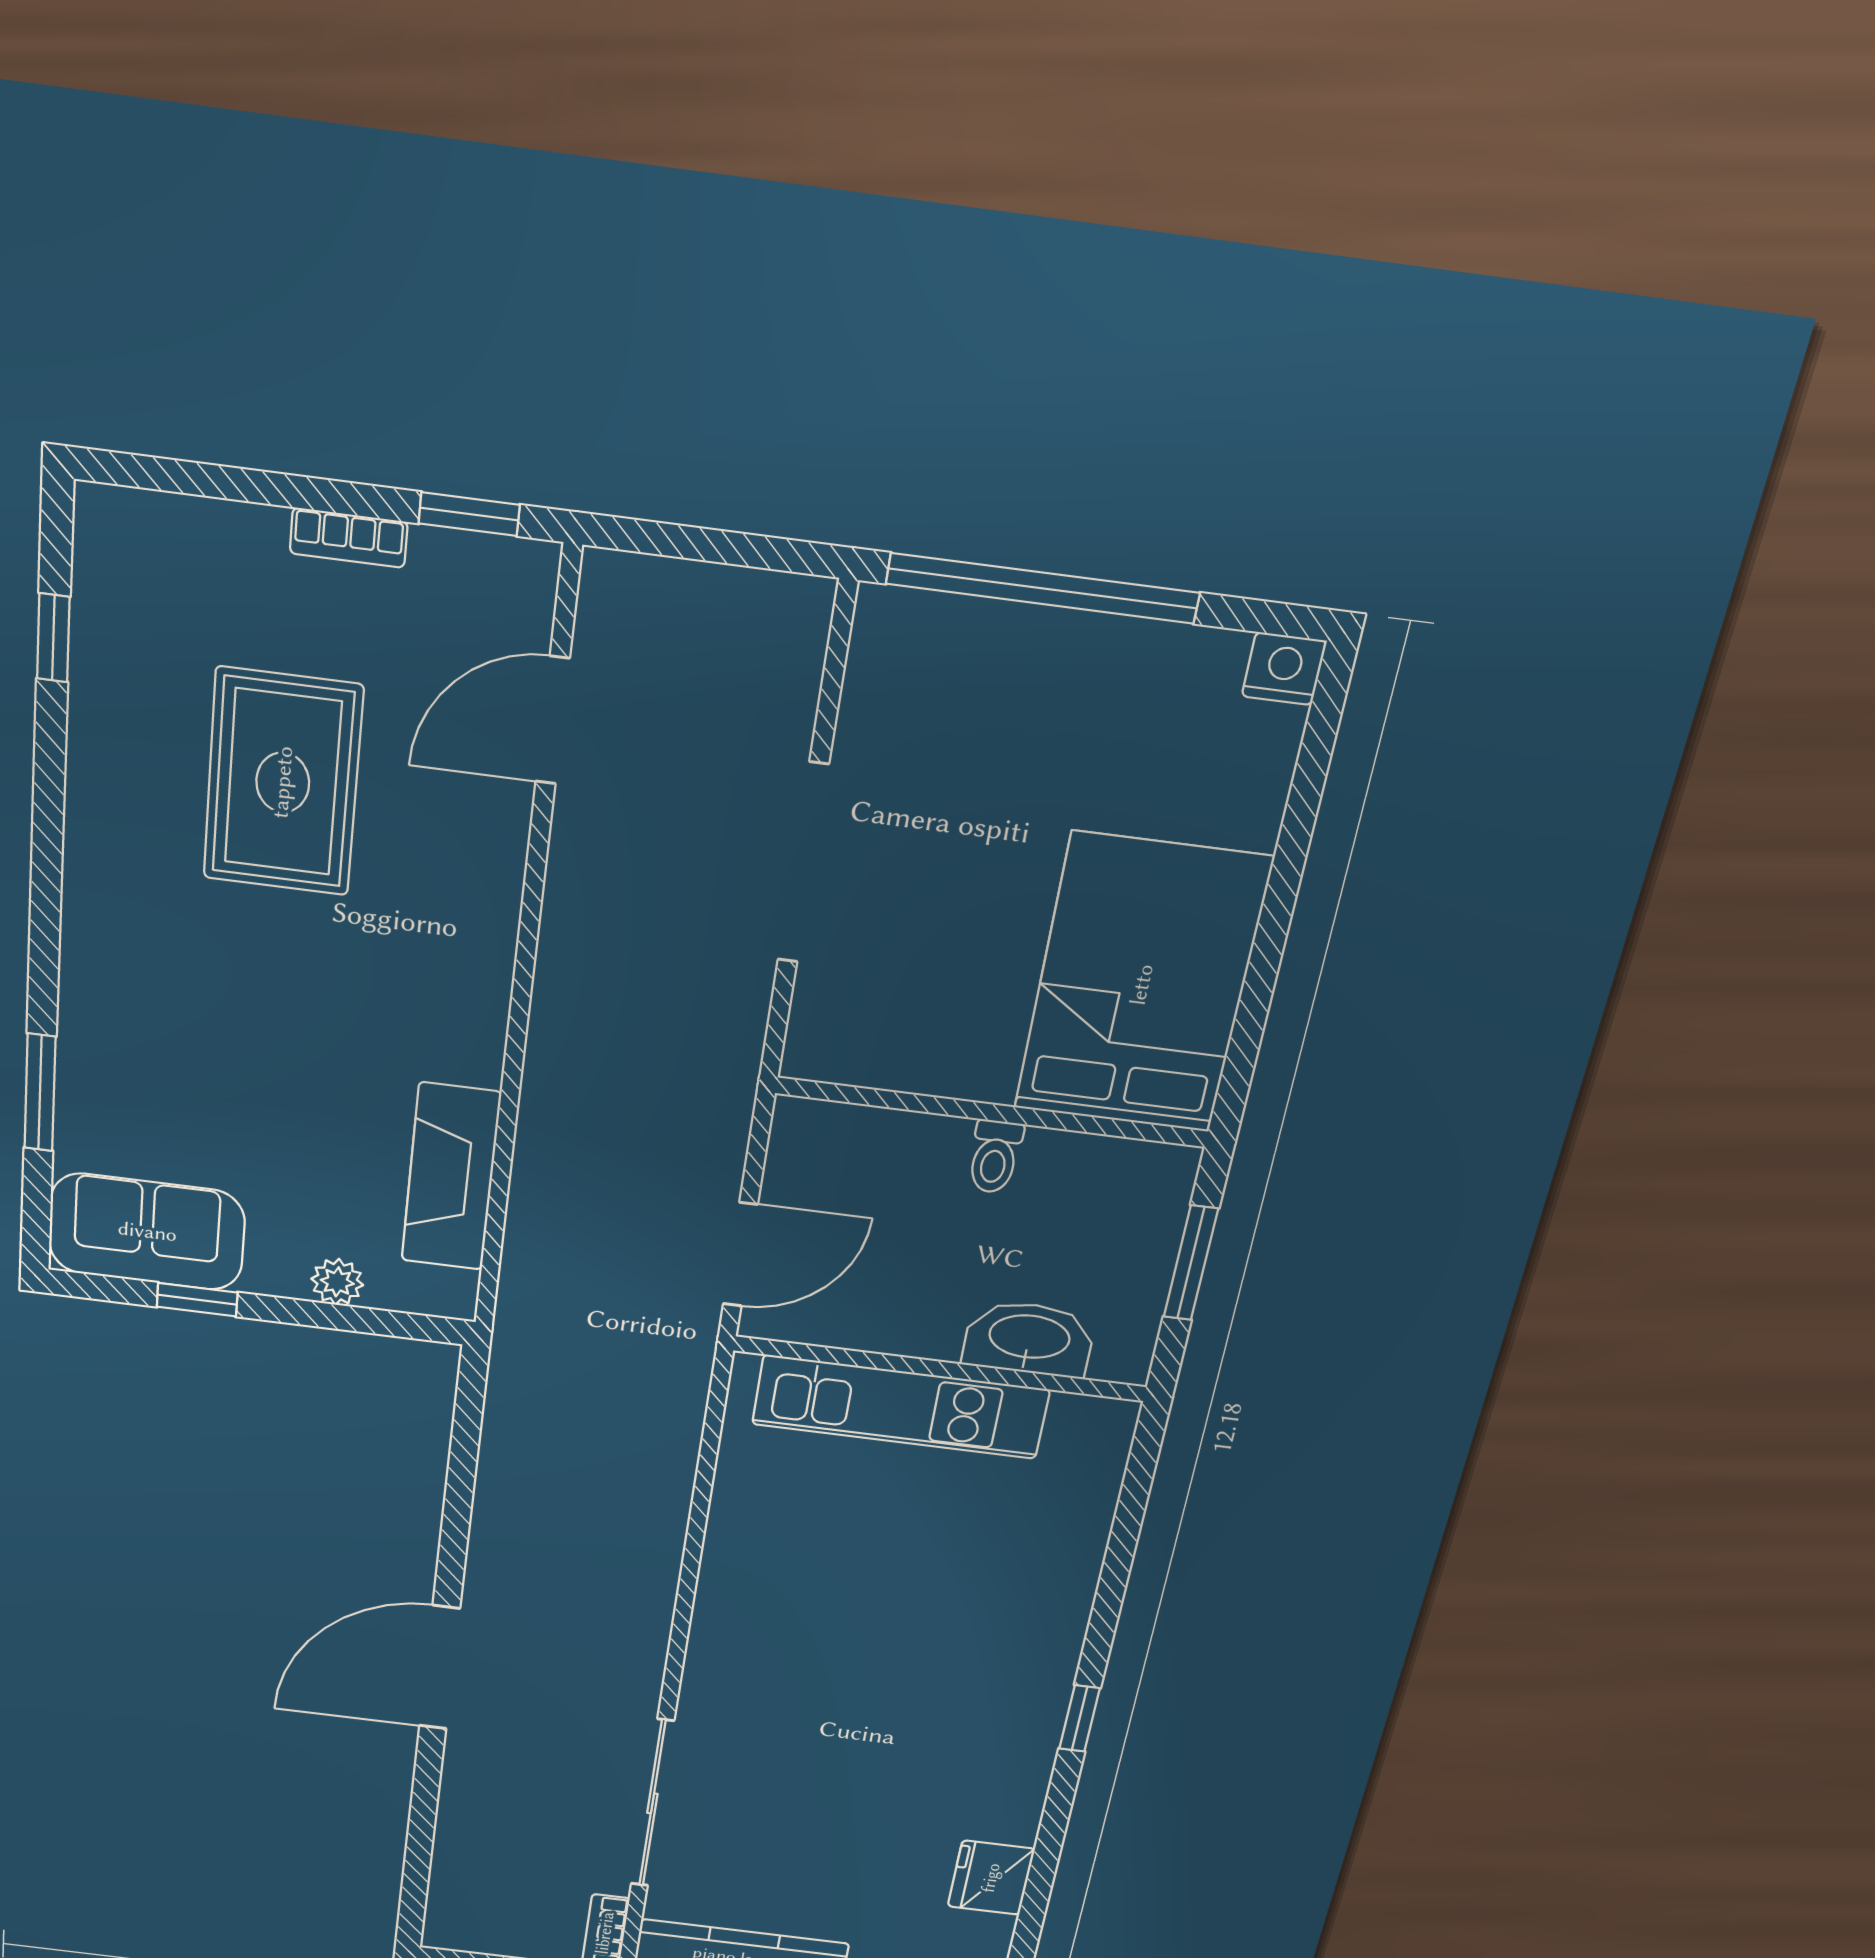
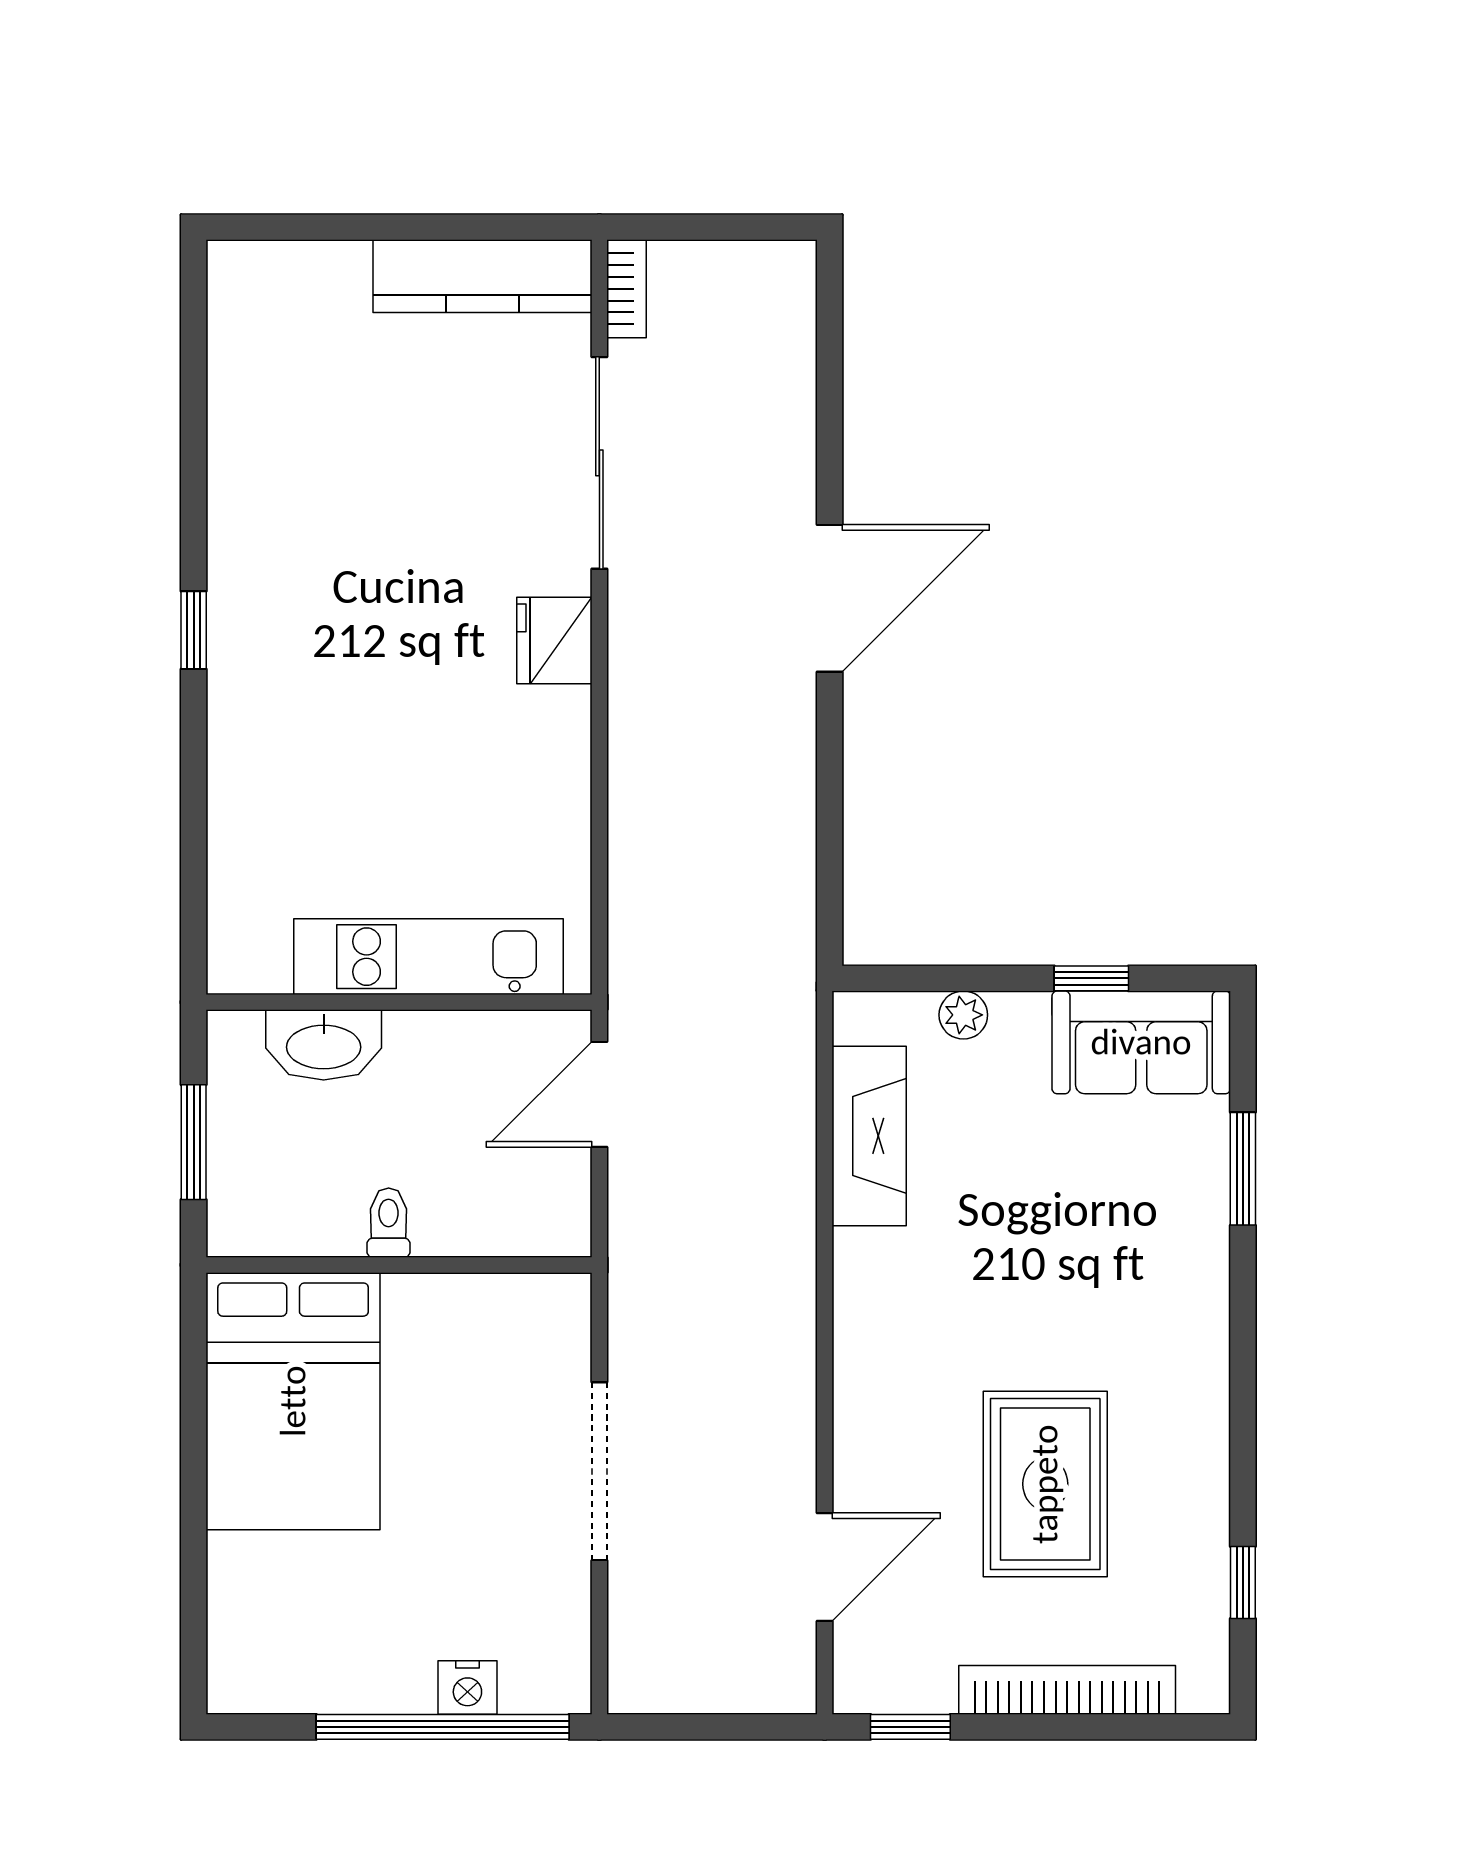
bookcase: (349, 538) -> (1067, 1690), width x2.31, depth x1.31
nightstand: (1284, 669) -> (467, 1687), moved
fridge: (991, 1878) -> (554, 640), moved, turned 180

